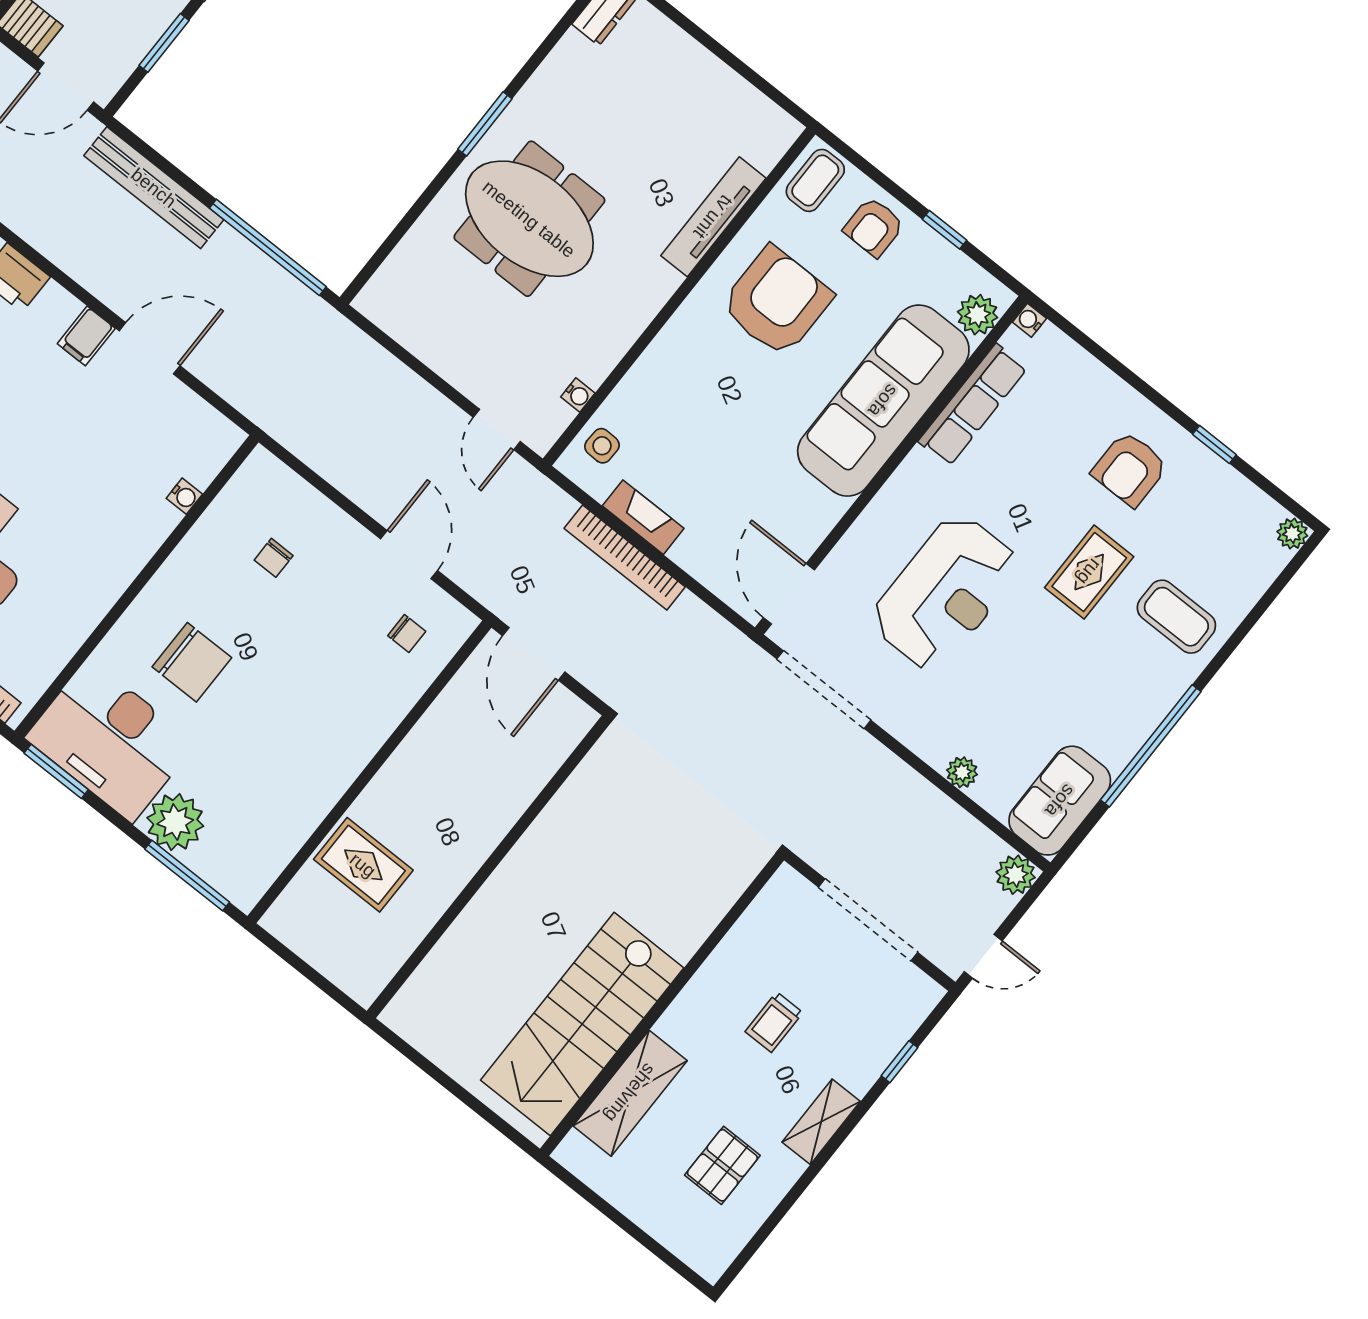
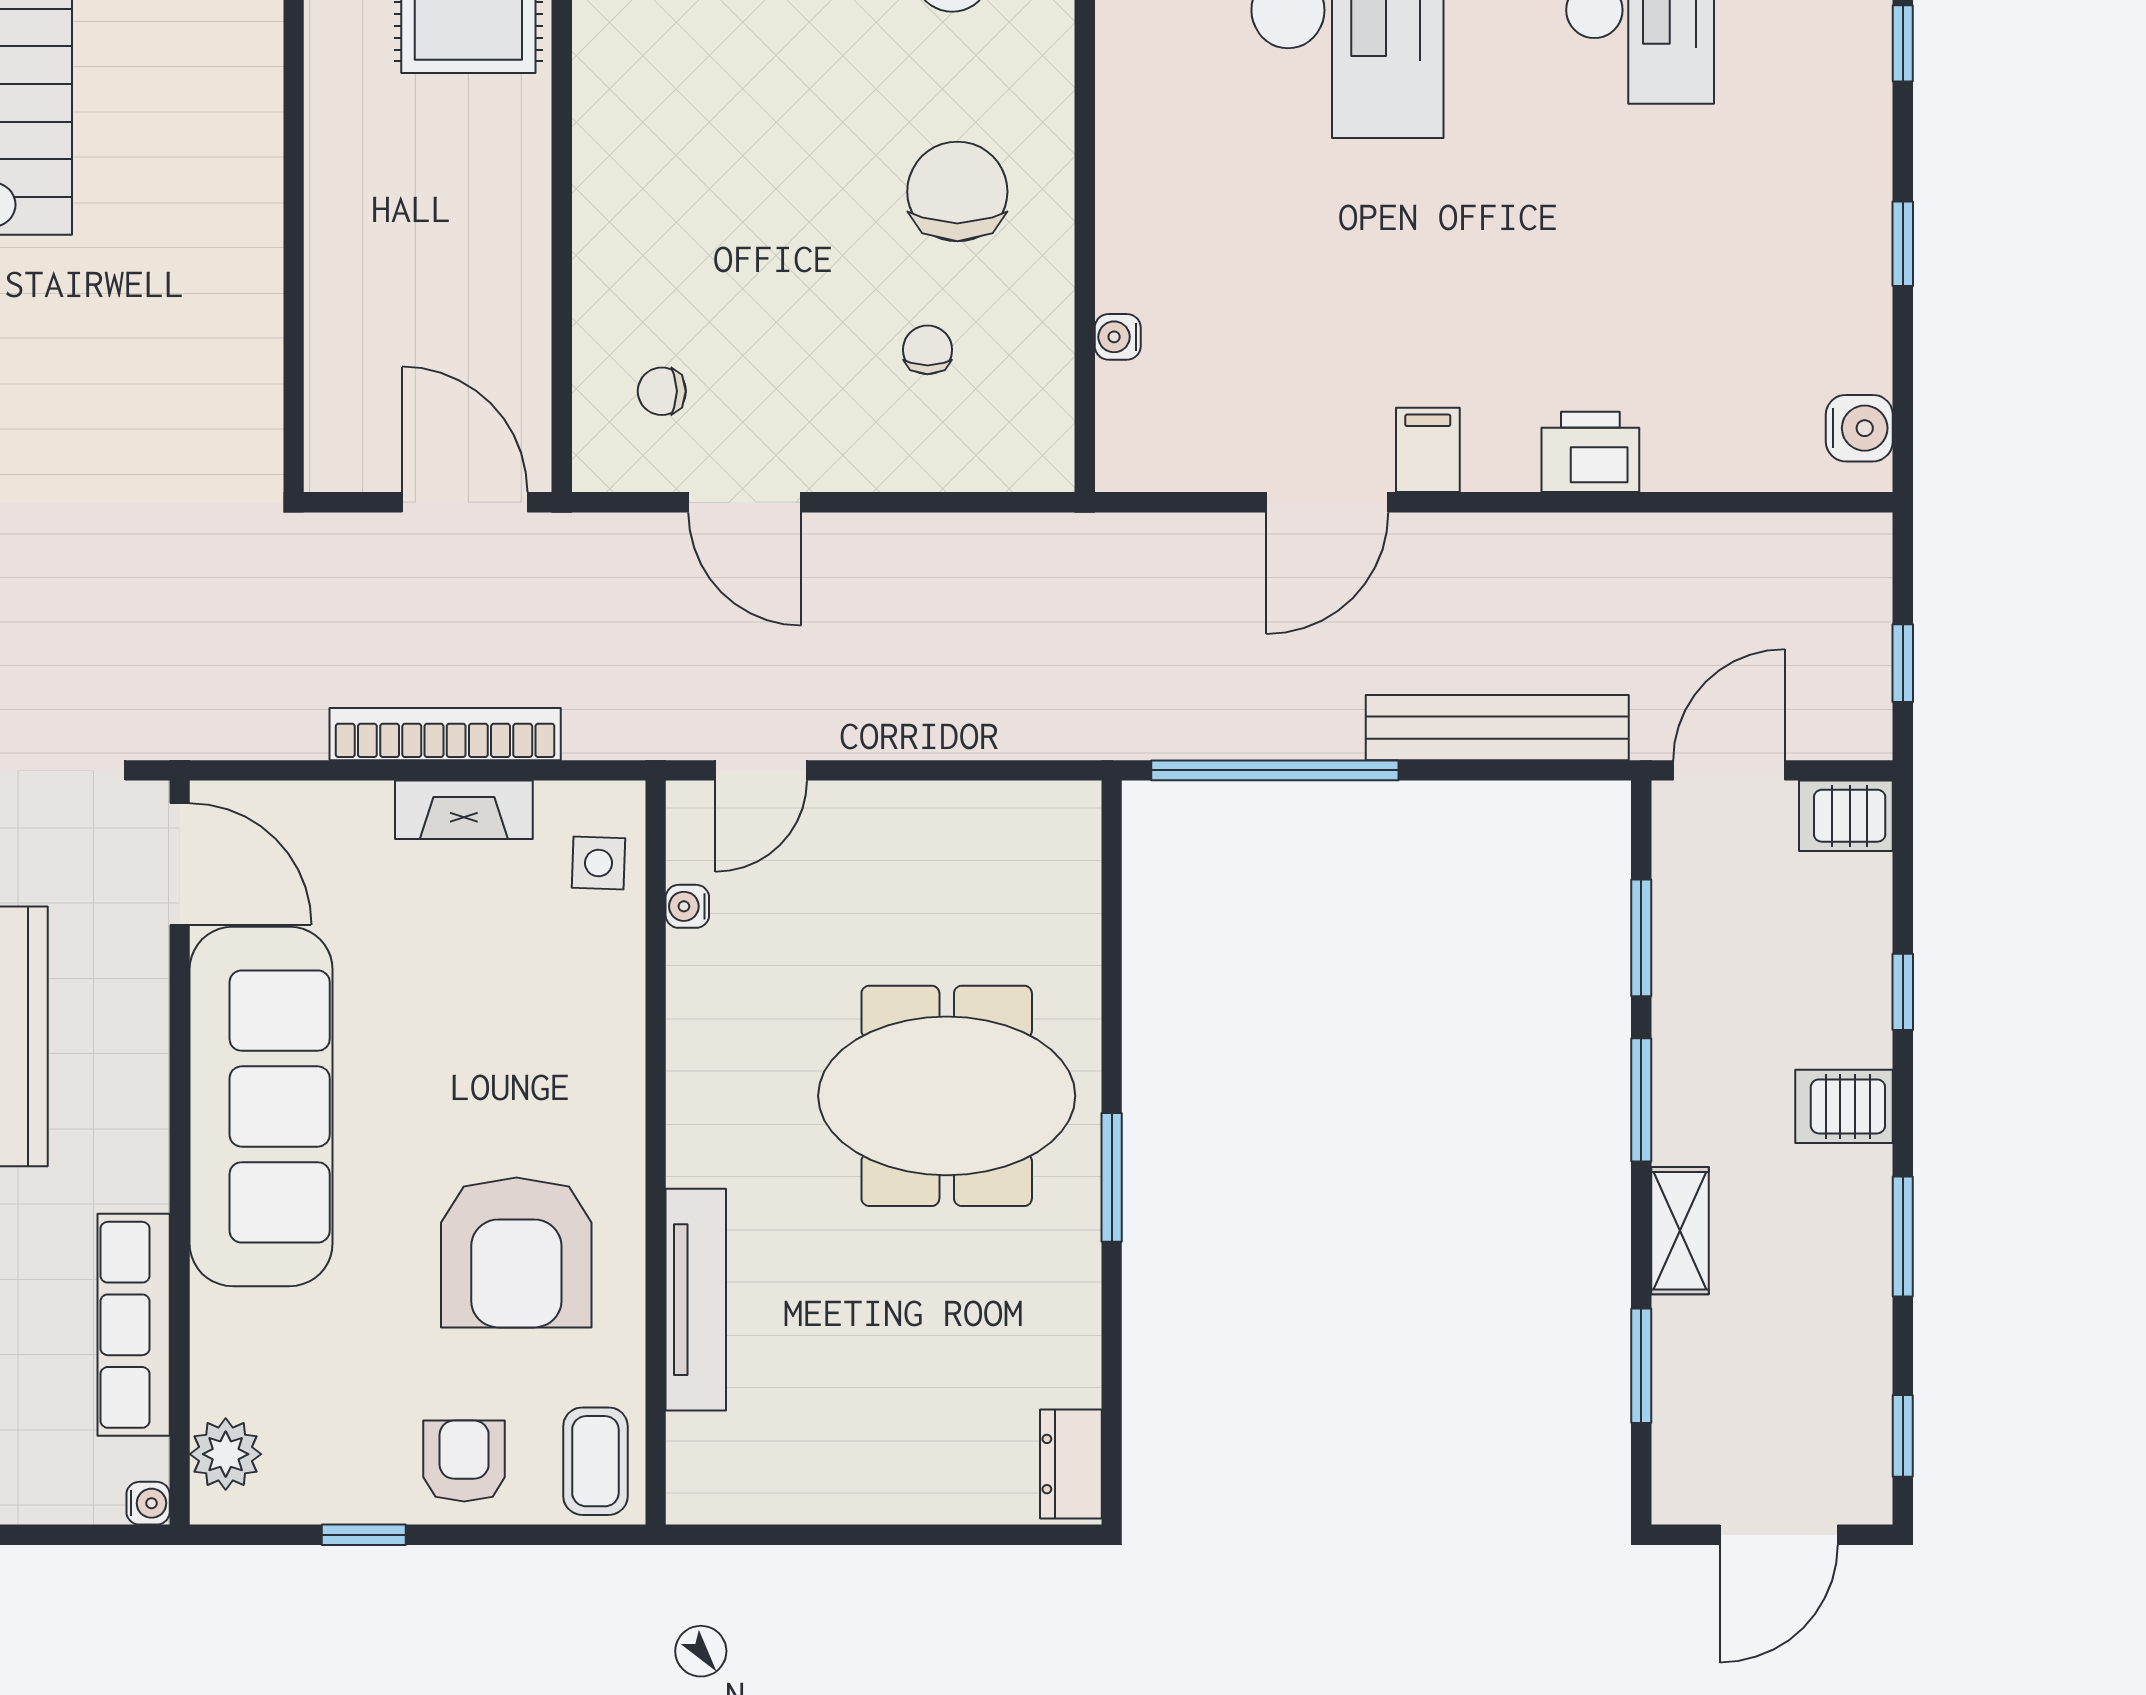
sofa: (883, 401) -> (261, 1106), moved
door: (497, 429) -> (761, 770), swing flipped
chair: (192, 662) -> (957, 192), moved, turned 90

